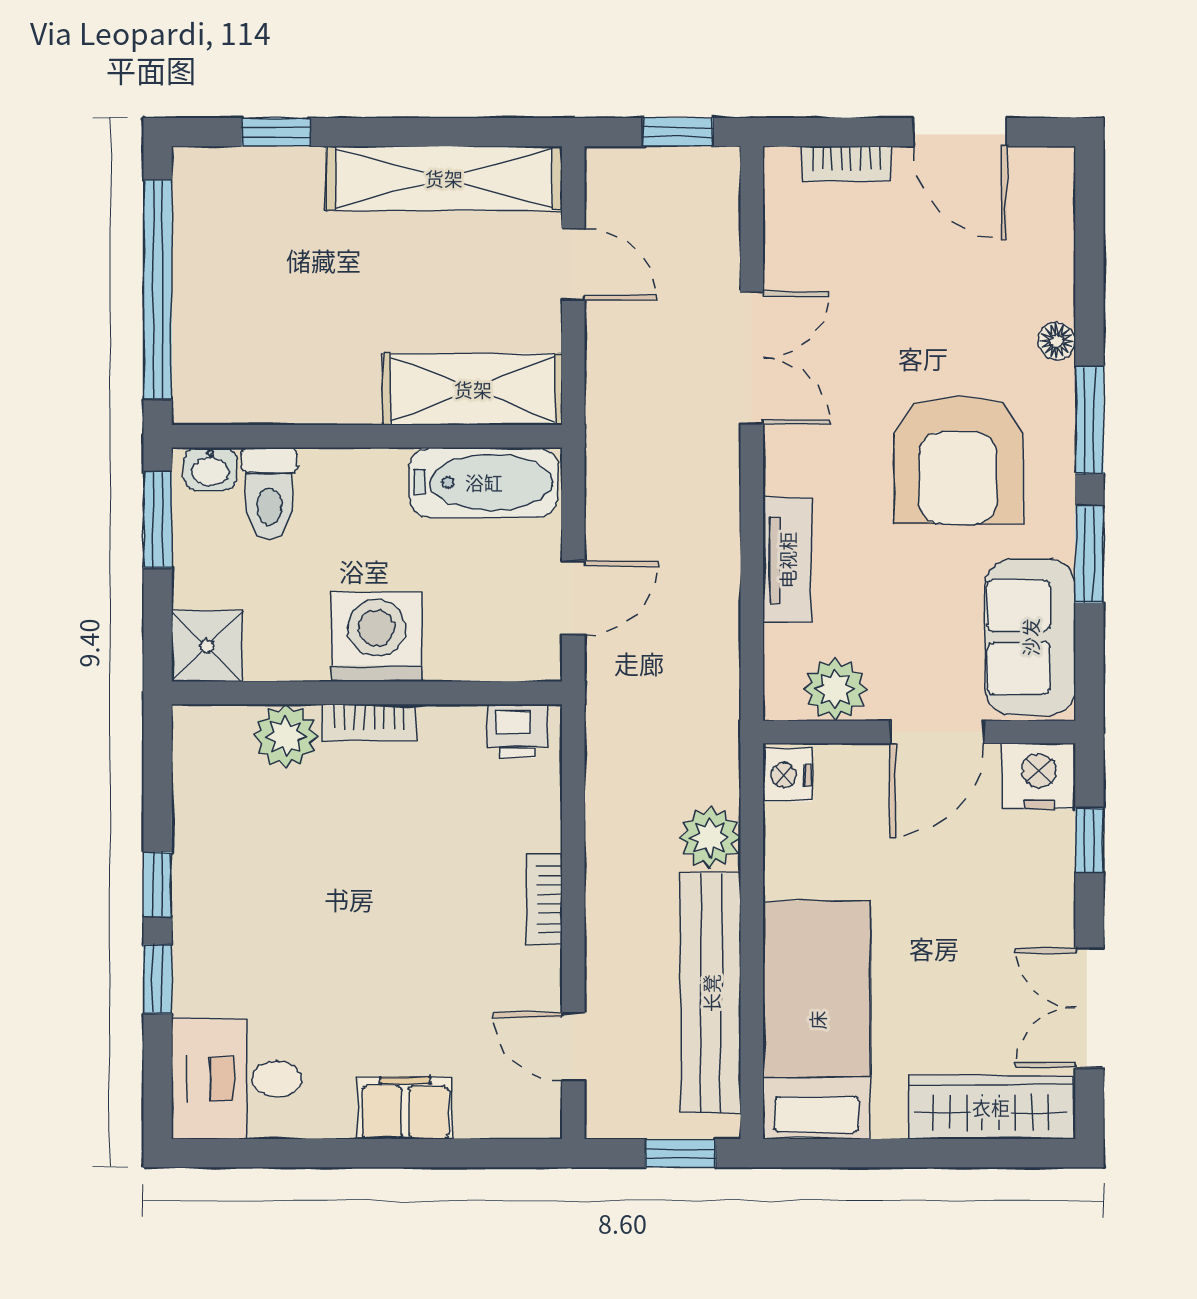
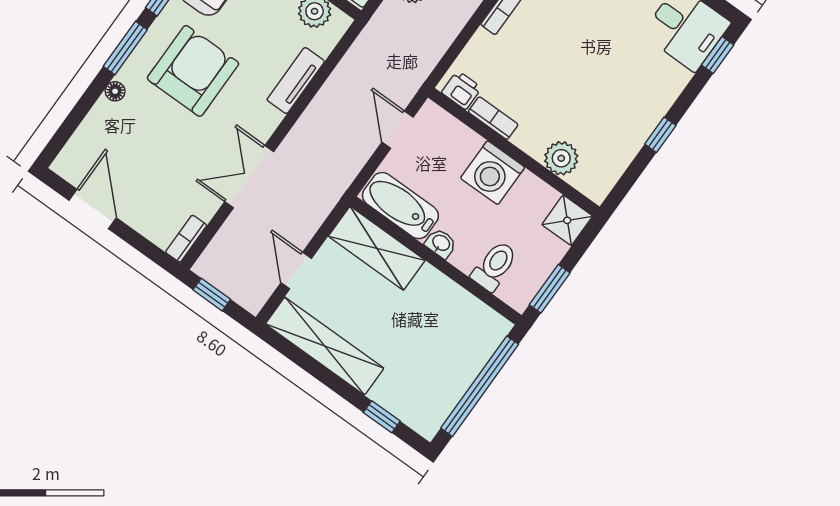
bookcase: (846, 164) -> (186, 239), moved, turned -90
washbasin: (210, 469) -> (441, 243), moved
door: (573, 598) -> (398, 130), hinge flipped
bookcase: (369, 723) -> (493, 118), moved
window: (158, 979) -> (718, 55), moved

